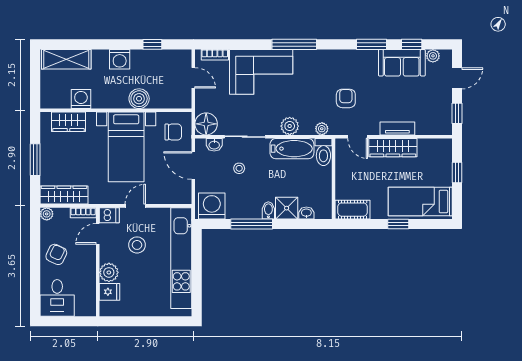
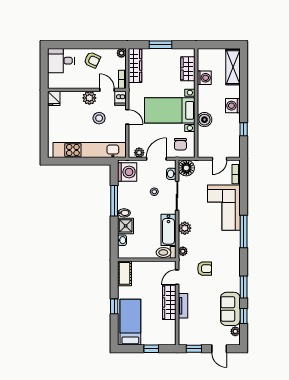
plant: (185, 189) -> (139, 153), added
plant: (109, 272) -> (89, 98), moved
fridge: (110, 292) -> (54, 98), moved

